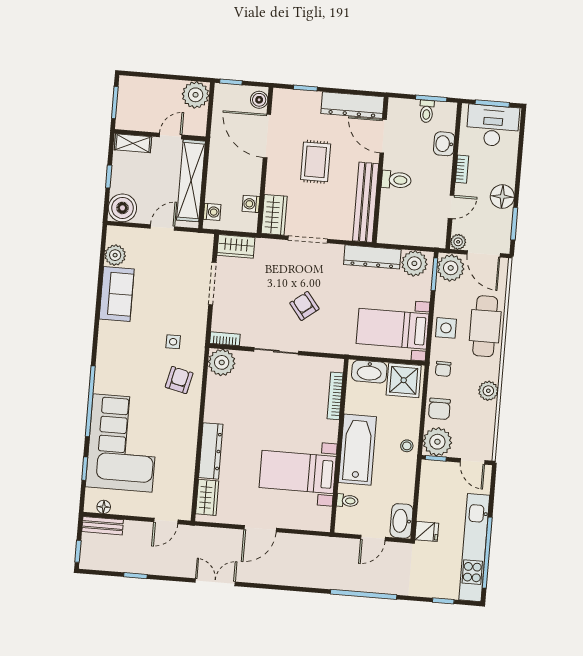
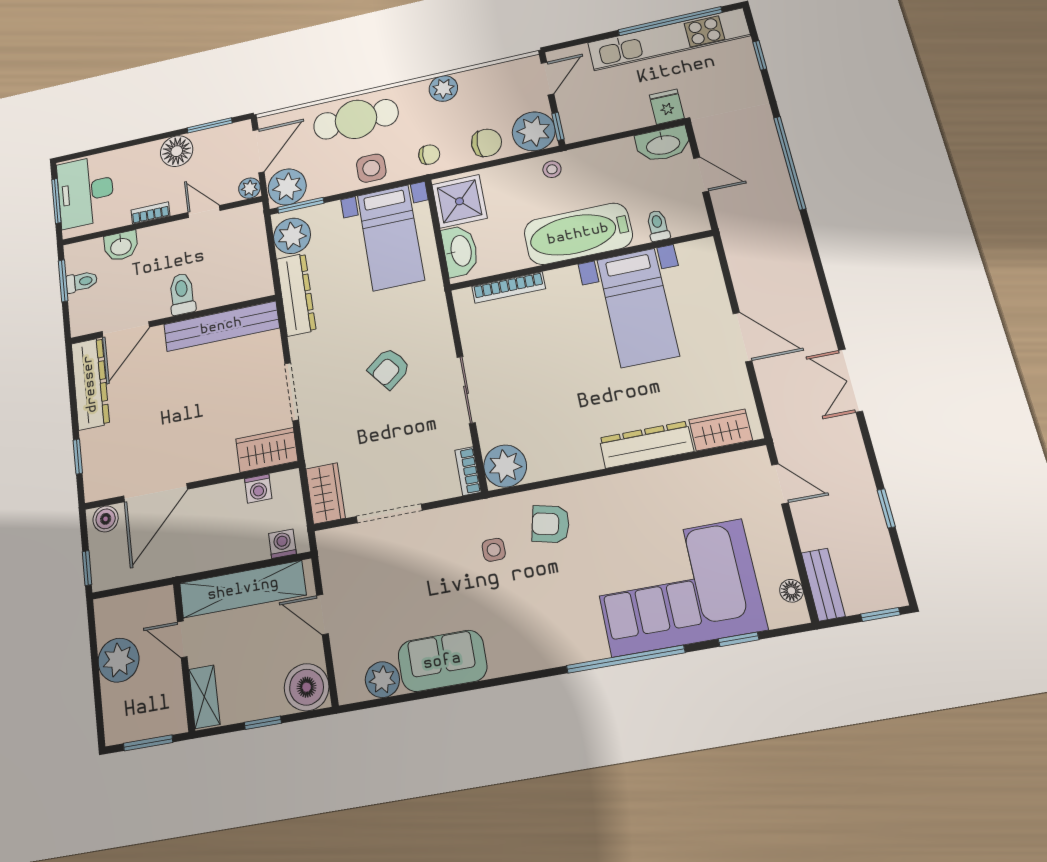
plant: (196, 95) -> (119, 660), moved
rug: (316, 162) -> (179, 412), removed

